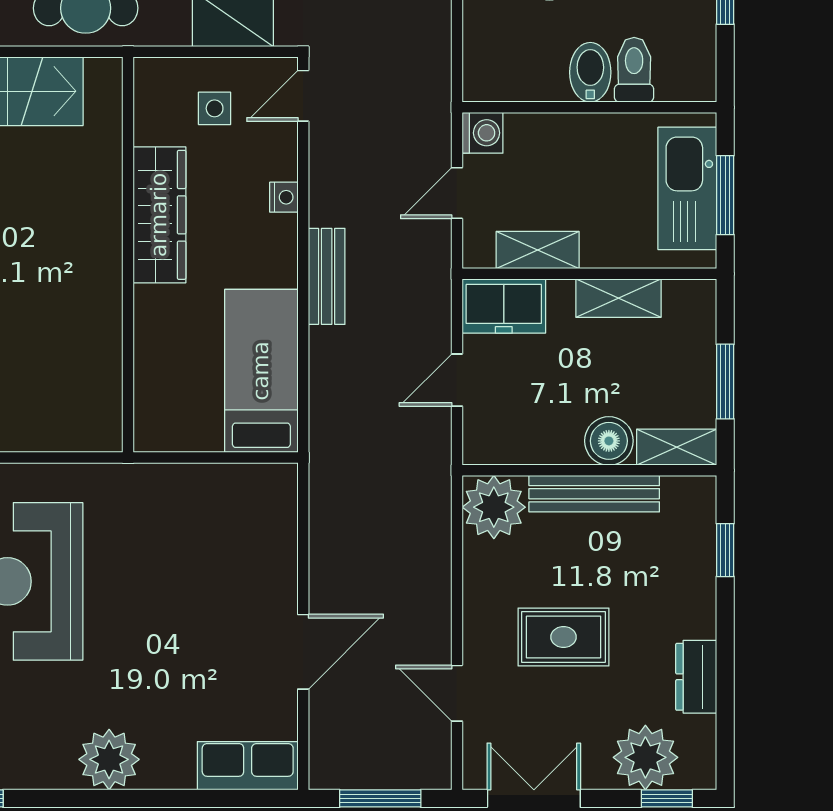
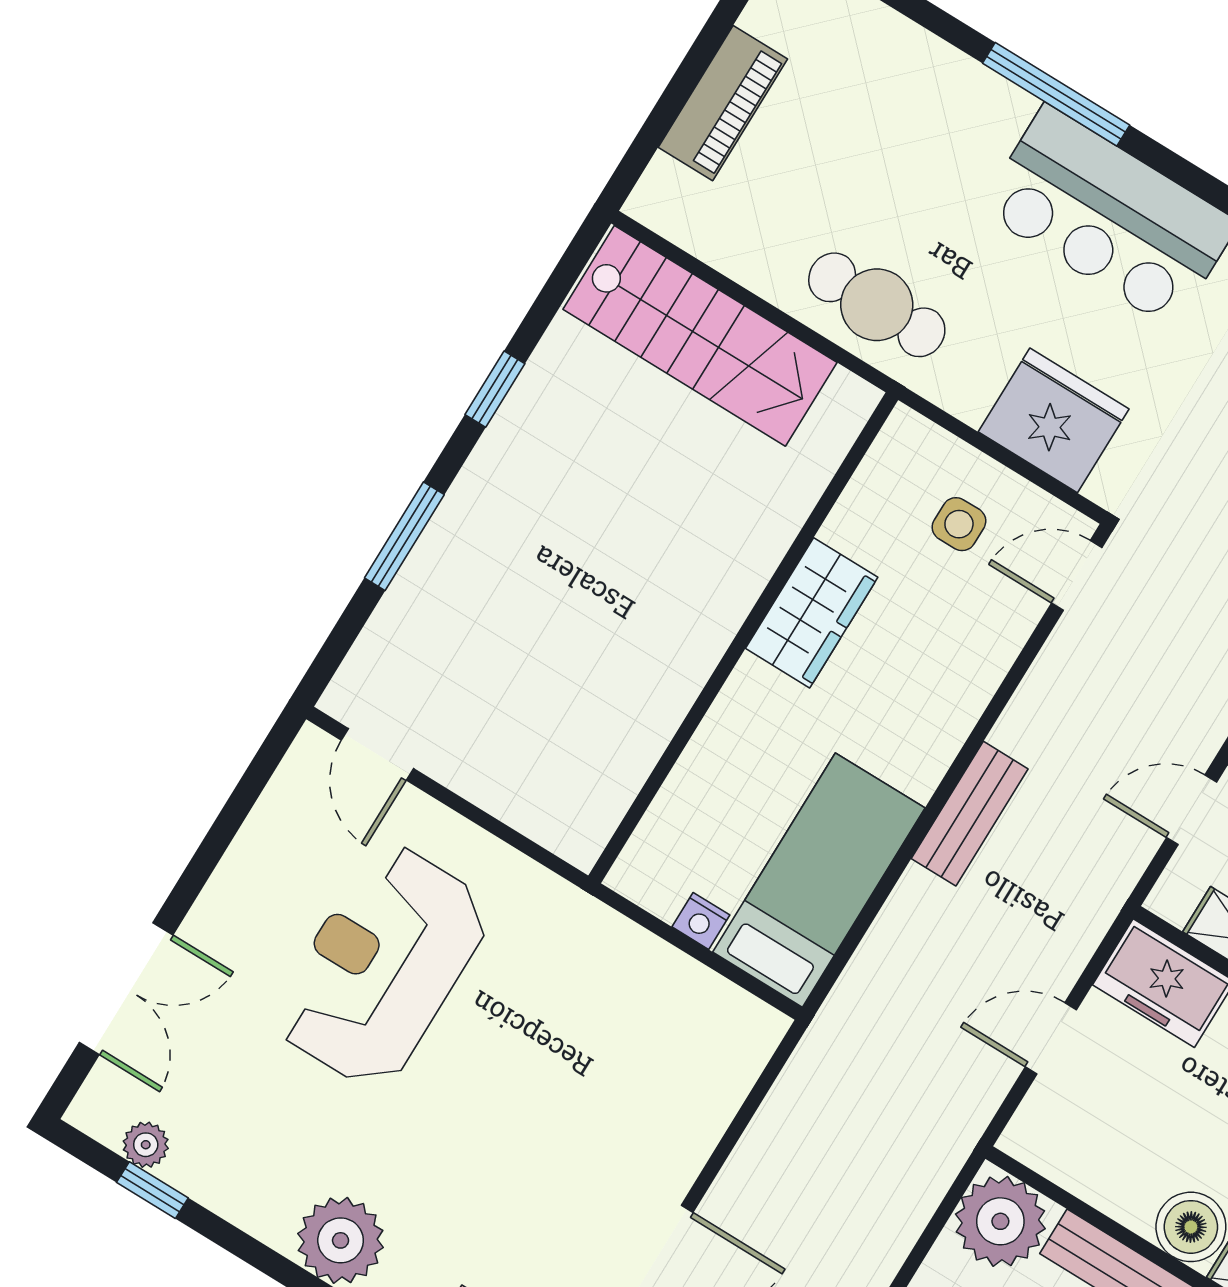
nightstand: (284, 197) -> (701, 921), moved, turned 90
wardrobe: (159, 215) -> (812, 613), width x0.67

